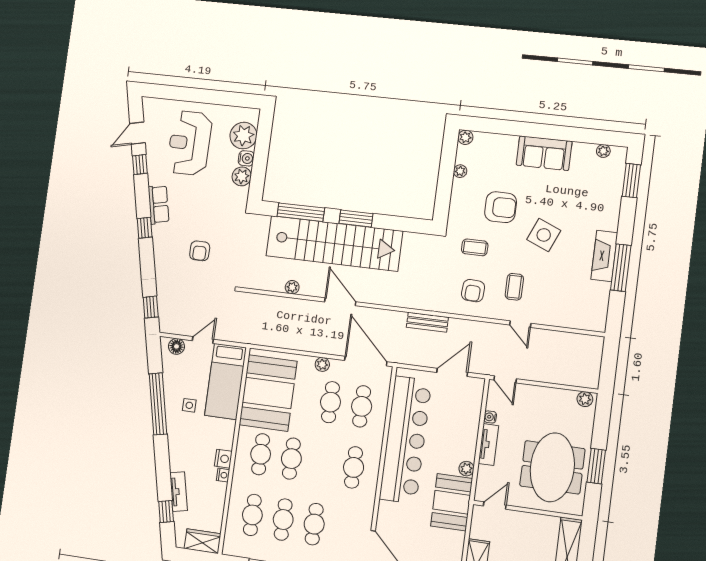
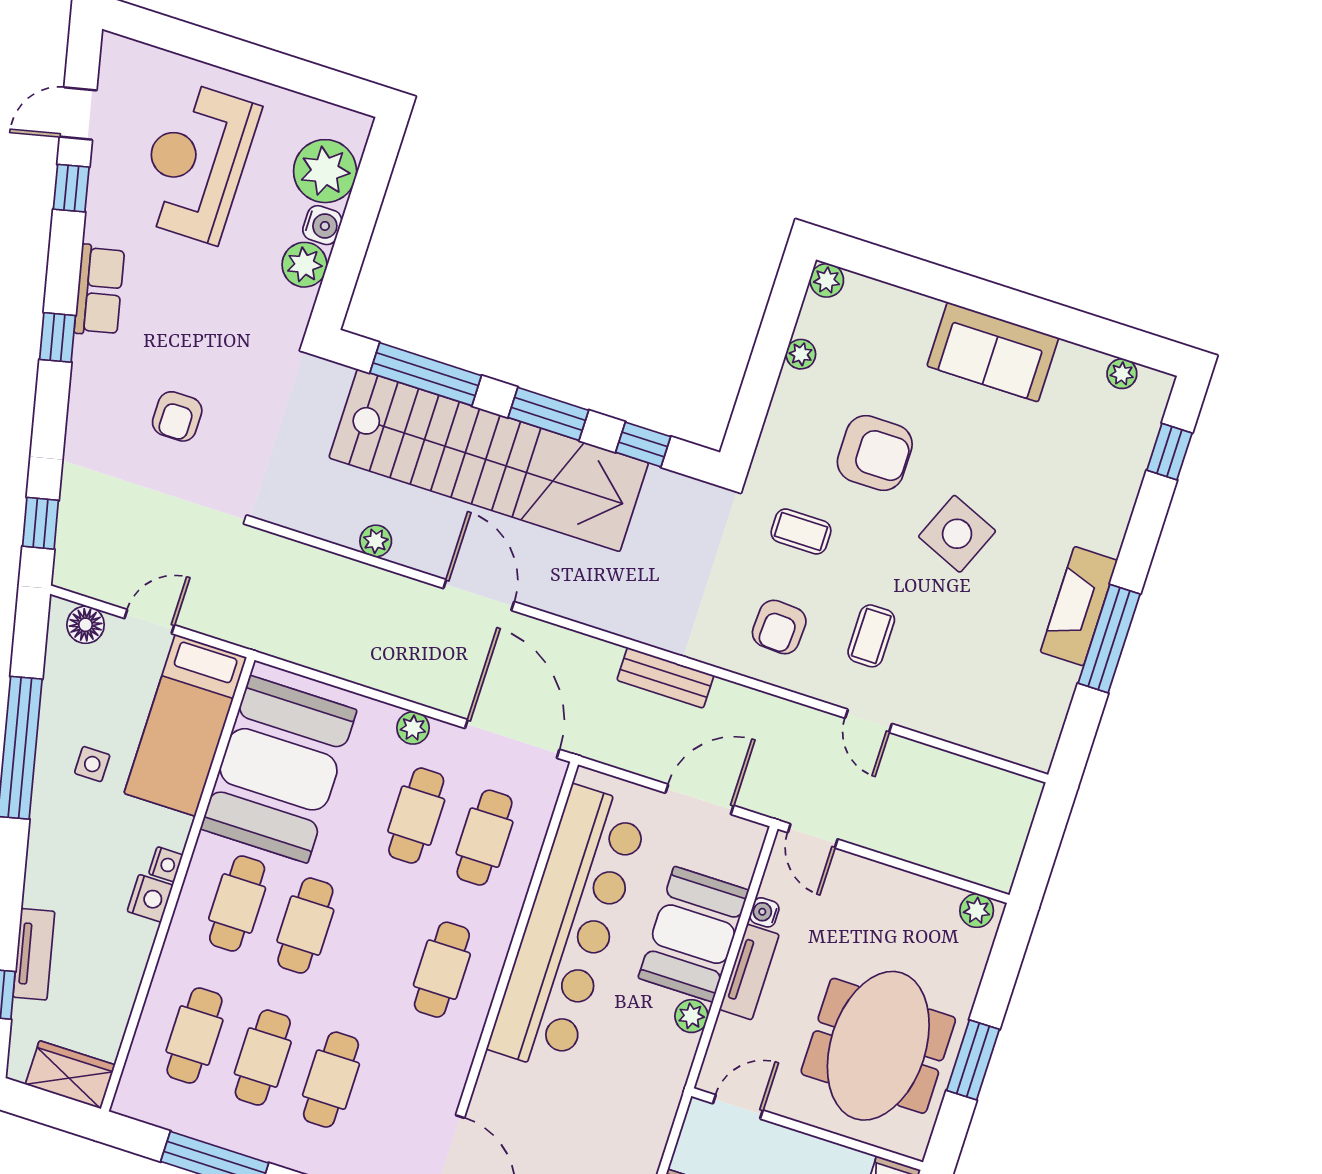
window: (631, 181) -> (1169, 452), width x0.67
window: (399, 223) -> (643, 444), added
nightstand: (223, 475) -> (166, 864), moved
booth: (452, 502) -> (694, 934), moved

